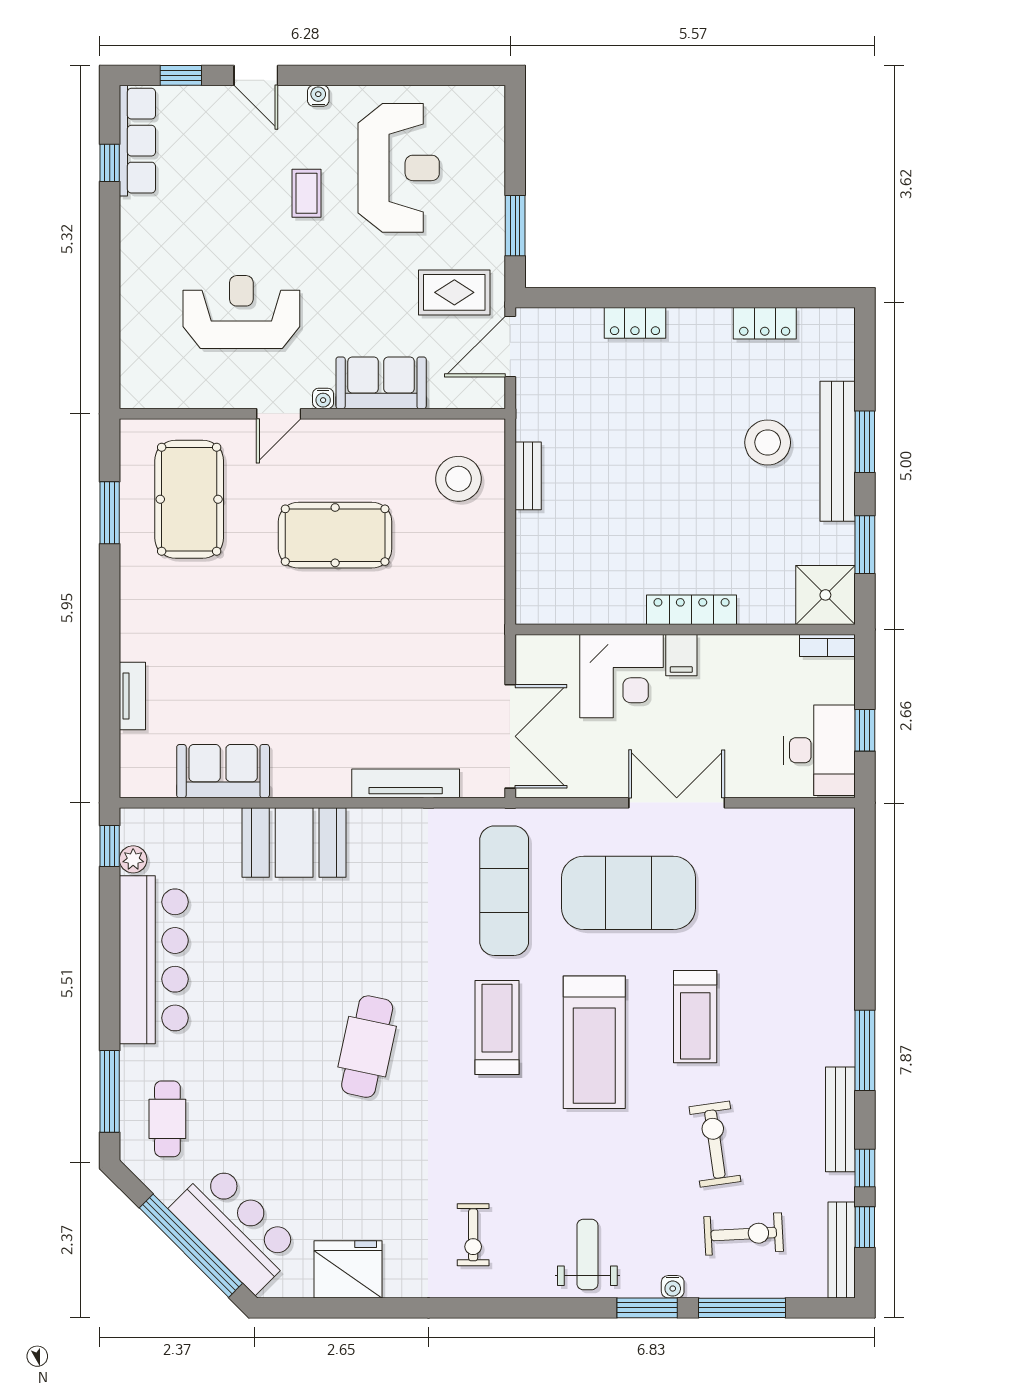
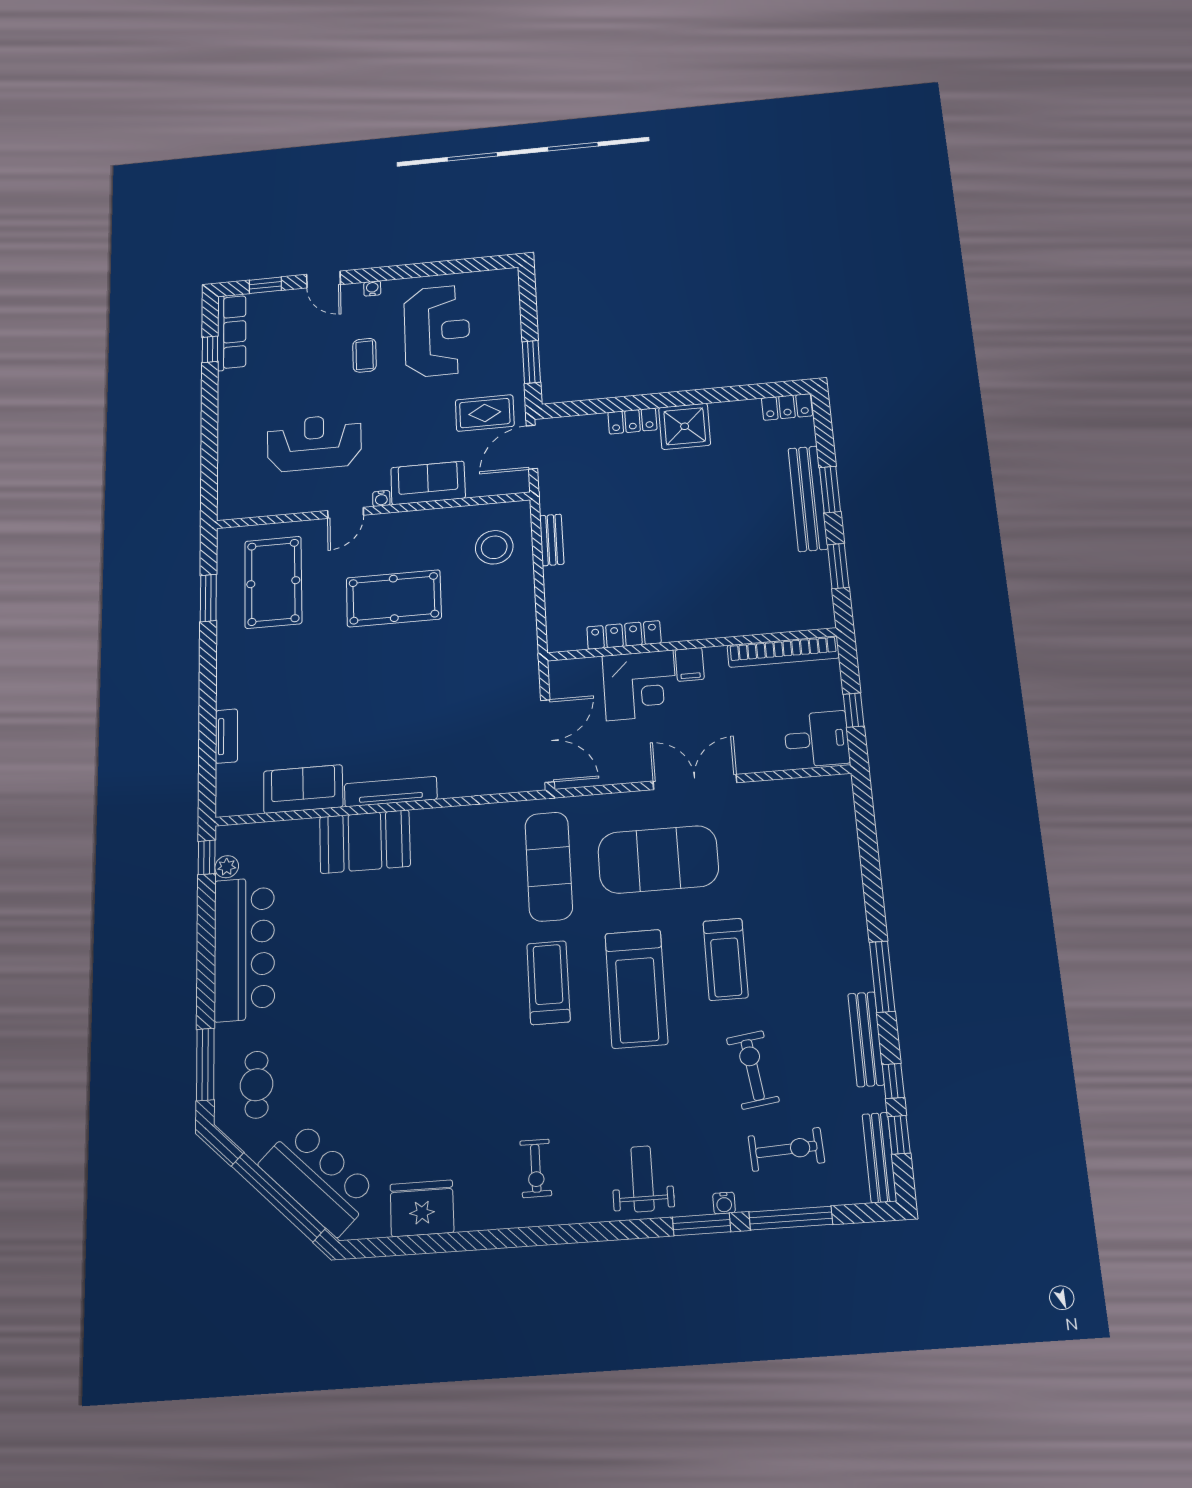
locker: (765, 323) -> (787, 407), moved
stool: (768, 442) -> (749, 497), removed
shower: (825, 595) -> (685, 426), moved
locker: (692, 610) -> (624, 635), moved
bookcase: (827, 645) -> (783, 652), width x2.31, depth x1.31
desk: (819, 750) -> (817, 739), width x0.73
tv unit: (406, 783) -> (391, 791), moved
cafe table: (367, 1047) -> (433, 1008), removed

